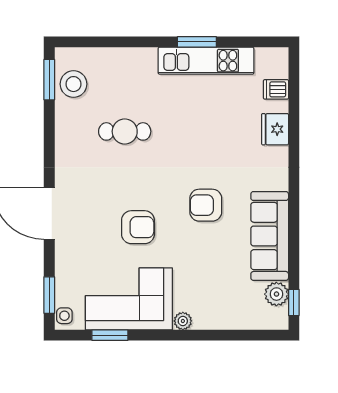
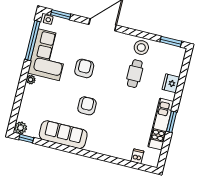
stool: (73, 84) -> (141, 48), moved
fridge: (275, 129) -> (171, 83), moved, turned -90
armchair: (138, 227) -> (84, 68), turned 180
plant: (276, 294) -> (21, 128), moved
window: (110, 335) -> (33, 40), width x2.11

